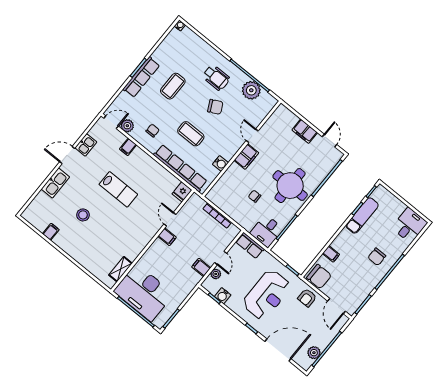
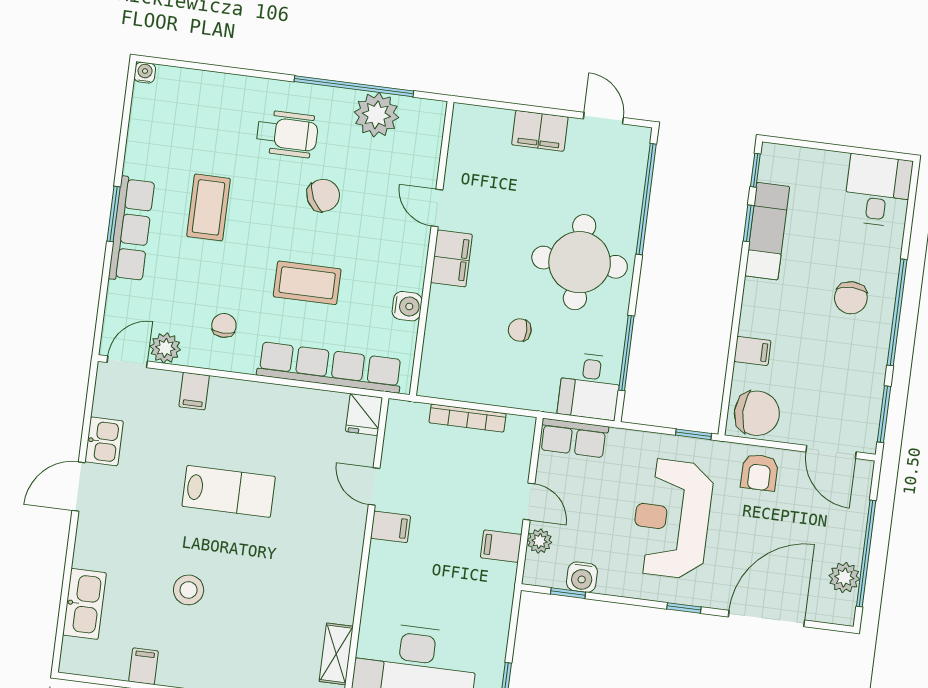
kitchen sink: (55, 183) -> (85, 604), moved
reception desk: (267, 295) -> (672, 519), turned 180

